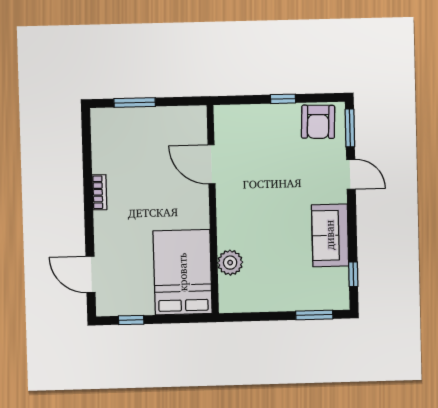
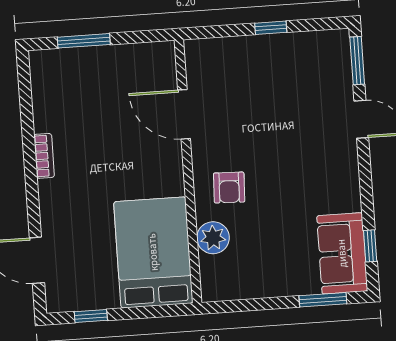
armchair: (318, 122) -> (229, 188), moved, width x0.72, depth x0.72
sofa: (330, 235) -> (342, 253), moved

